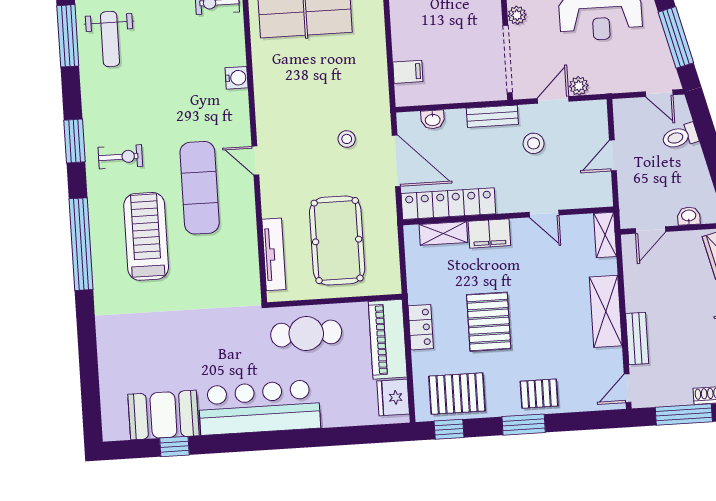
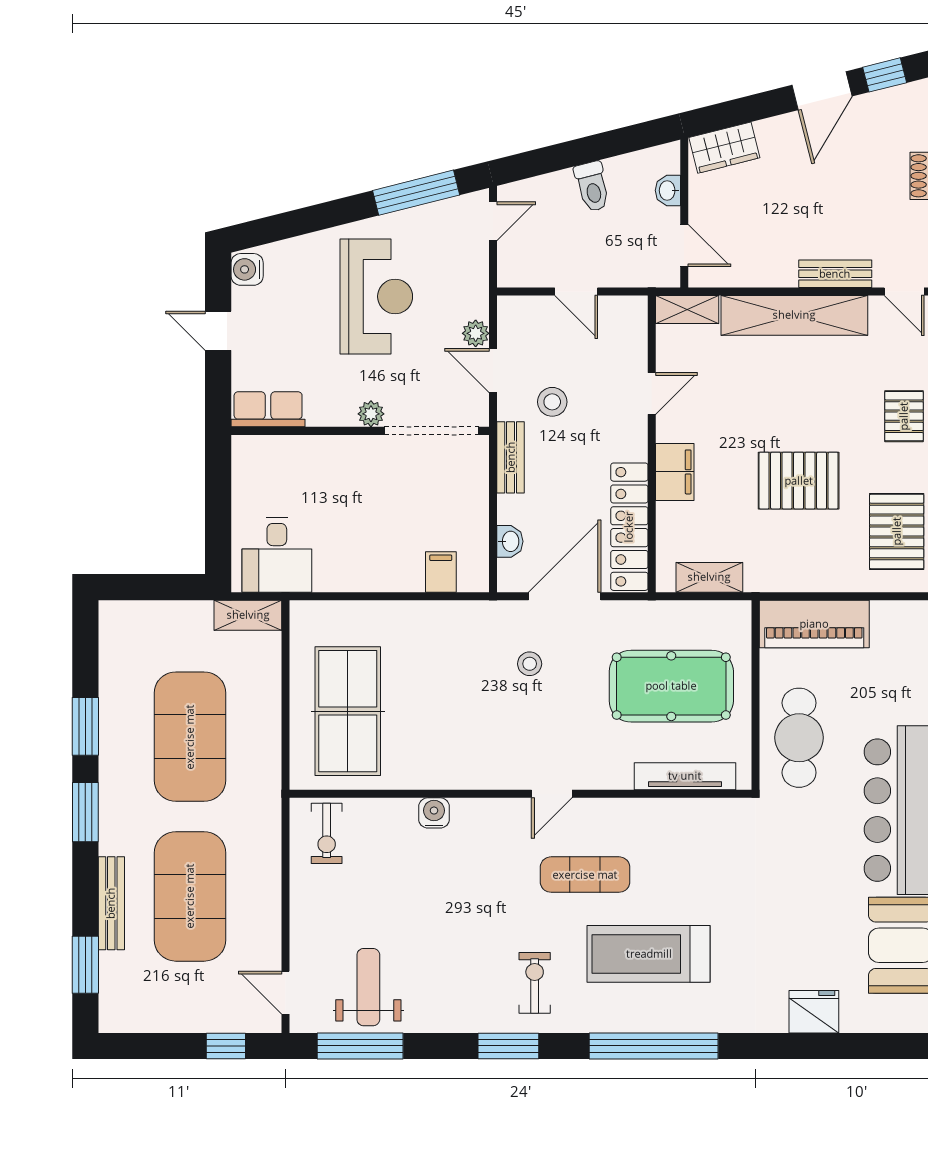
weight bench: (110, 39) -> (368, 987), turned -90
toilet: (680, 137) -> (592, 187), moved
exercise mat: (200, 188) -> (585, 875), width x0.73, depth x0.69
shelving: (443, 233) -> (709, 577), moved, turned 90
shelving: (606, 311) -> (794, 315), width x1.47
locker: (421, 327) -> (800, 576), removed
fridge: (393, 397) -> (814, 1012), moved, turned 180

